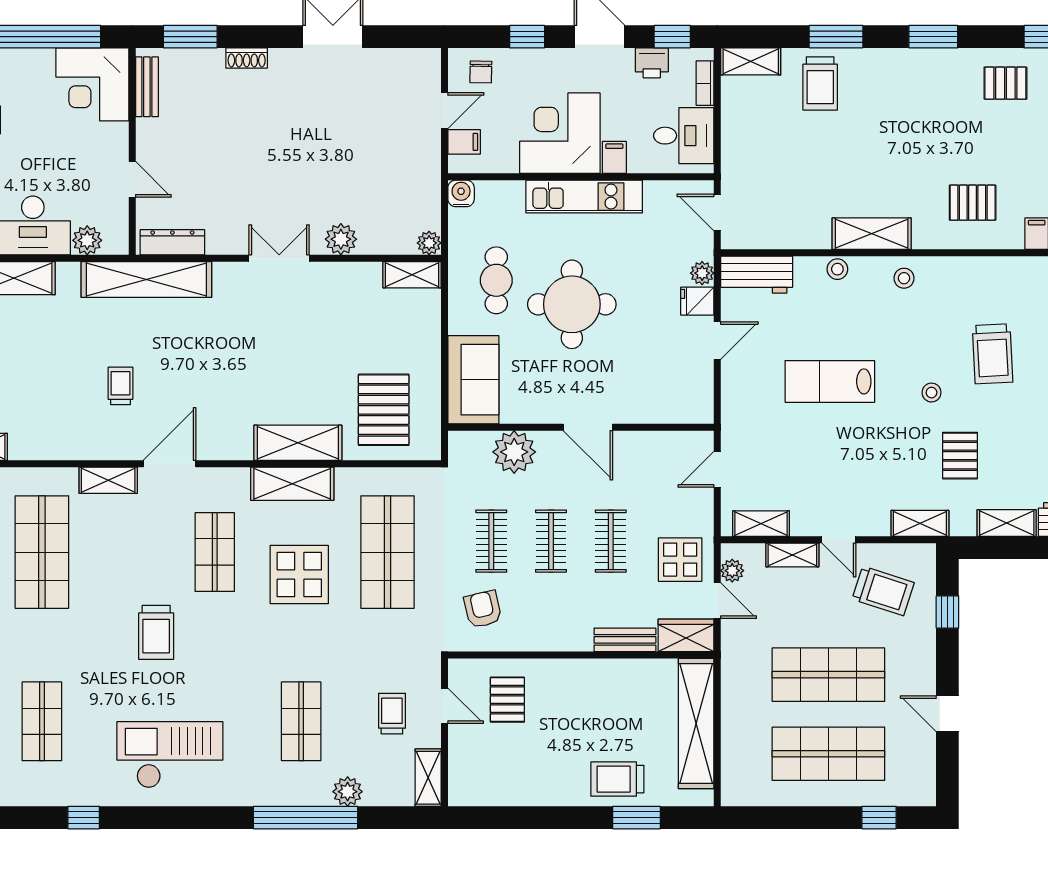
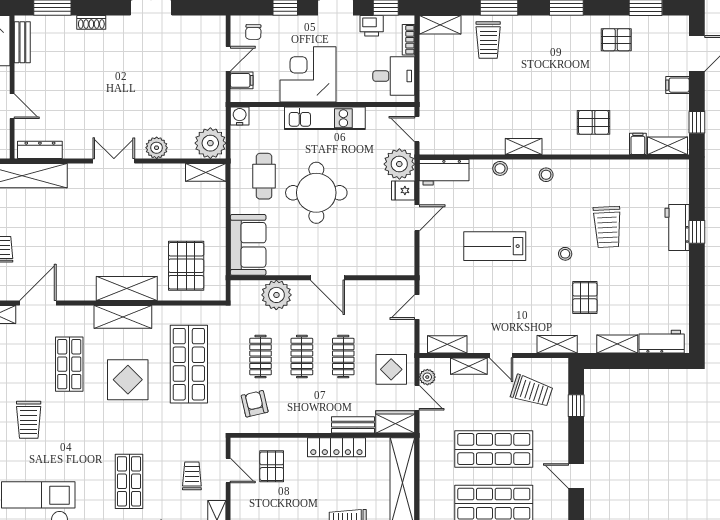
filing cabinet: (614, 157) -> (346, 91), removed
shelving: (872, 234) -> (524, 147), width x0.67, depth x0.75
plant: (429, 243) -> (210, 143), width x1.87, depth x1.87
plant: (702, 273) -> (399, 164), width x1.87, depth x1.87
locker: (601, 672) -> (336, 447), added

